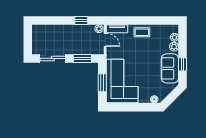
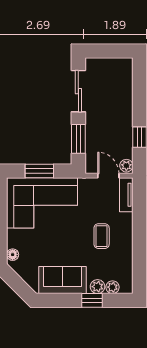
coffee table: (142, 32) -> (102, 236), moved
door: (105, 40) -> (108, 176), swing flipped
window: (183, 64) -> (92, 300), moved

